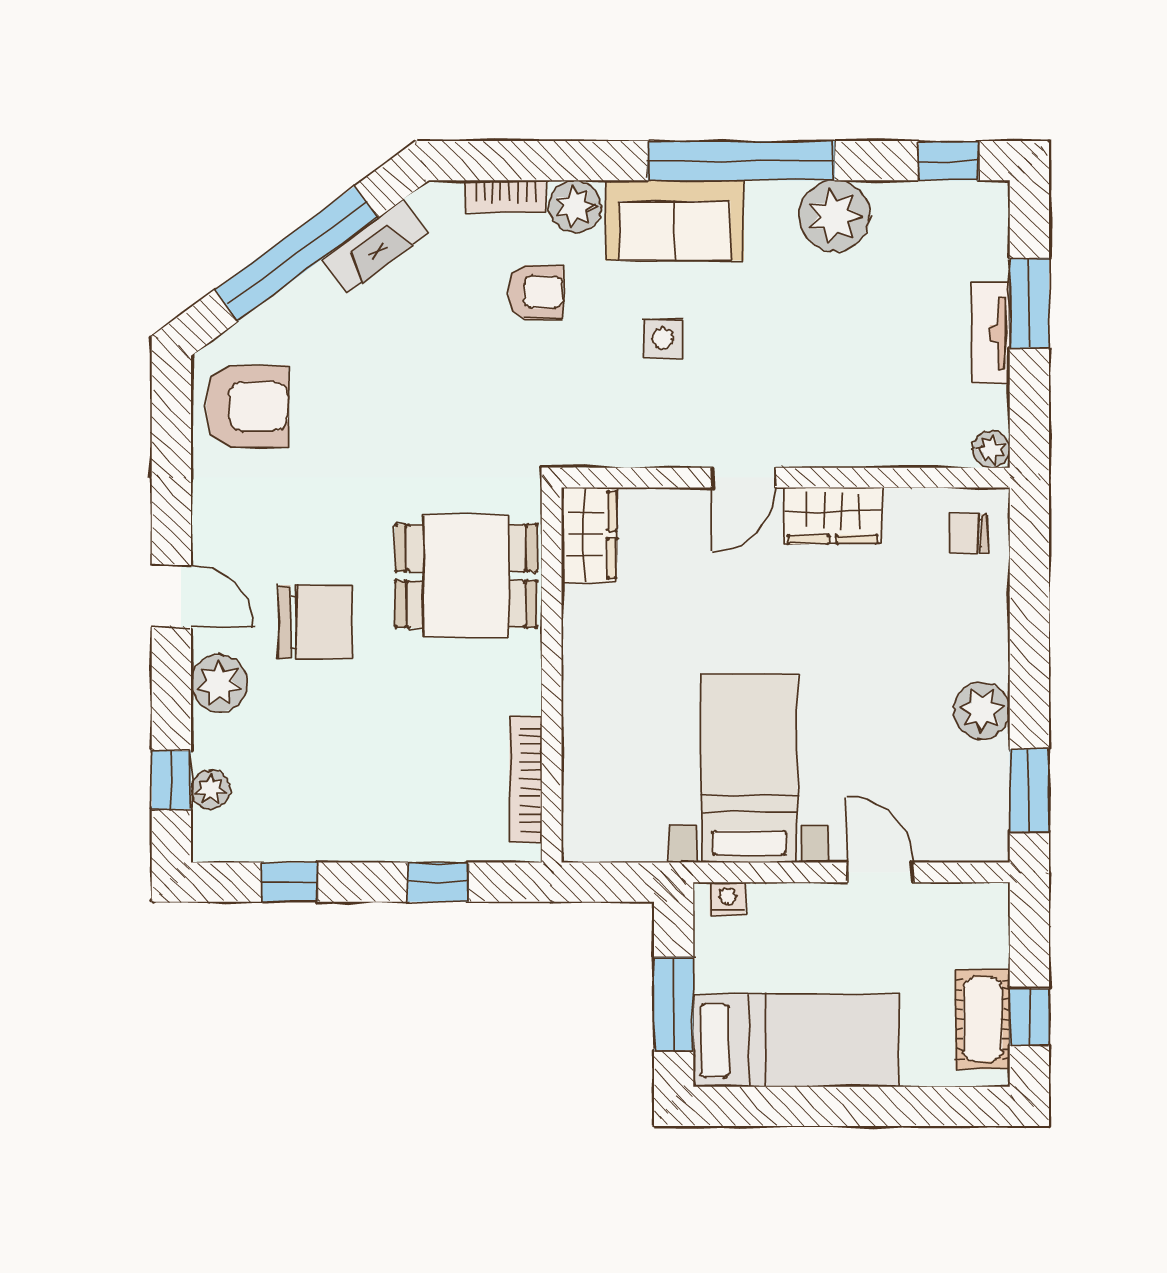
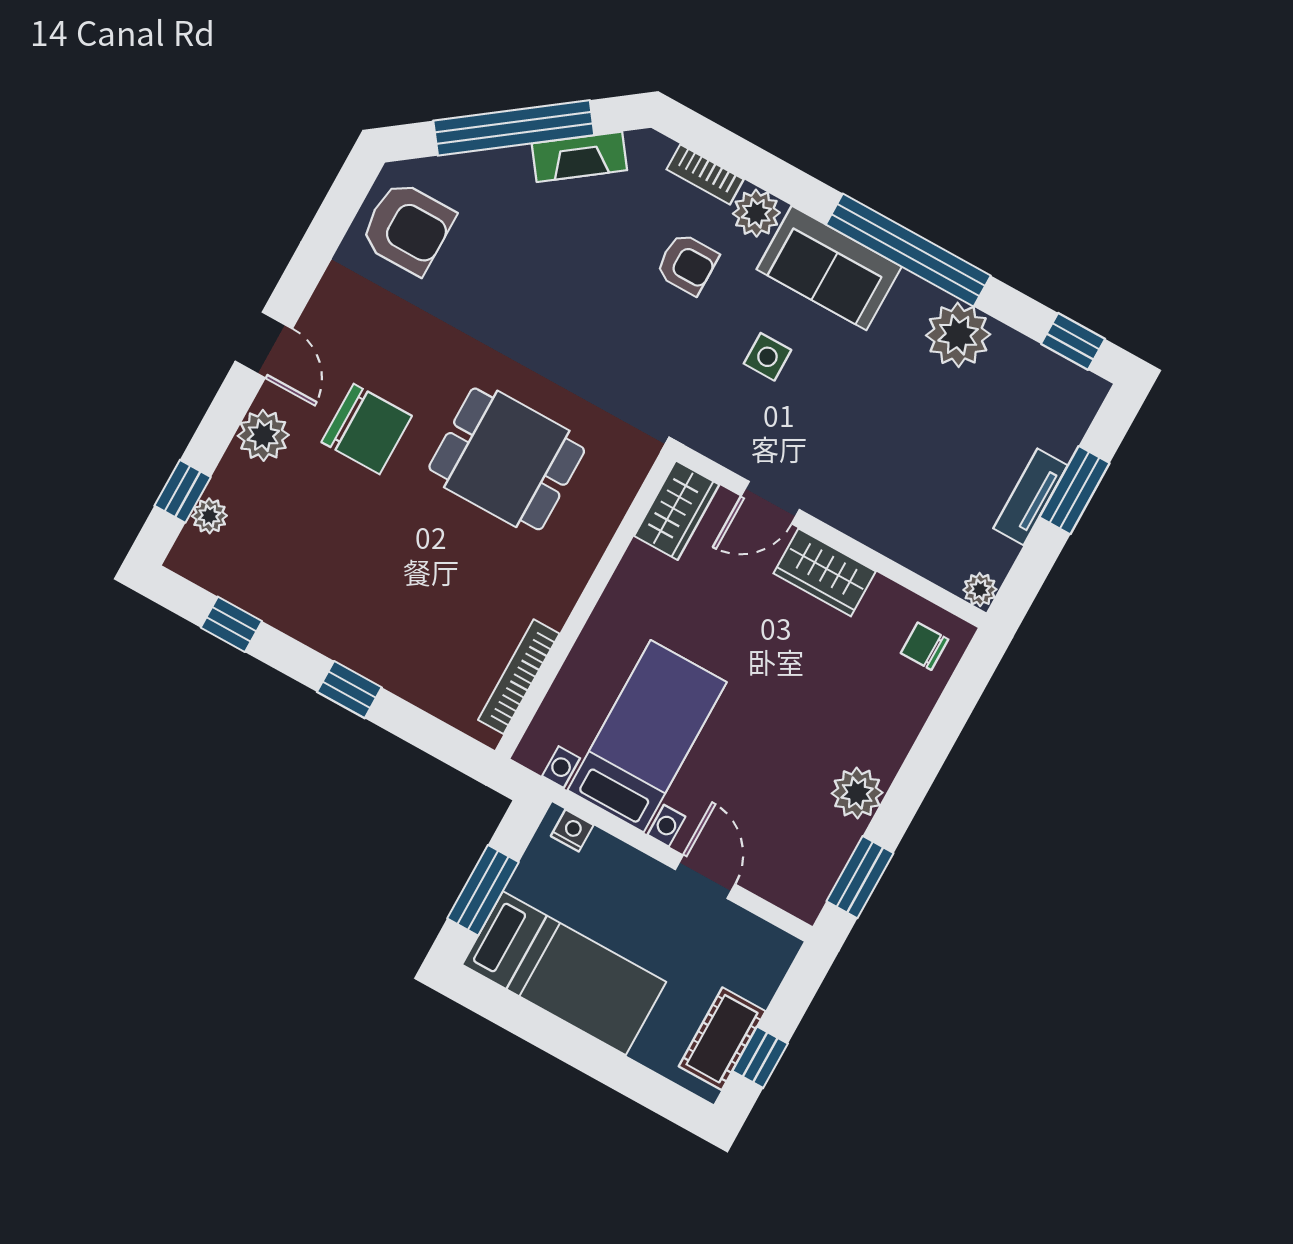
wardrobe: (589, 535) -> (677, 510), moved
wall: (552, 675) -> (585, 605), moved
bookcase: (526, 779) -> (519, 677), moved

